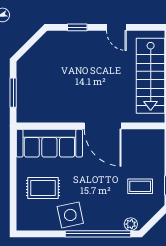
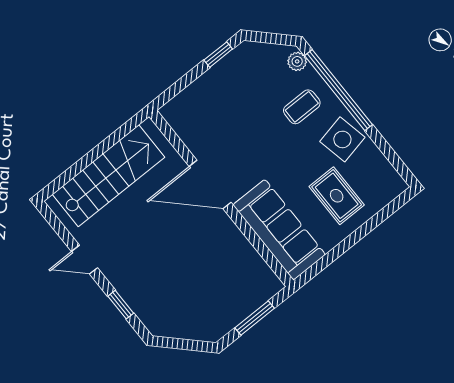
door: (116, 27) -> (85, 260), swing flipped
door: (103, 126) -> (210, 184), swing flipped
coffee table: (140, 186) -> (302, 107), moved, turned 90

